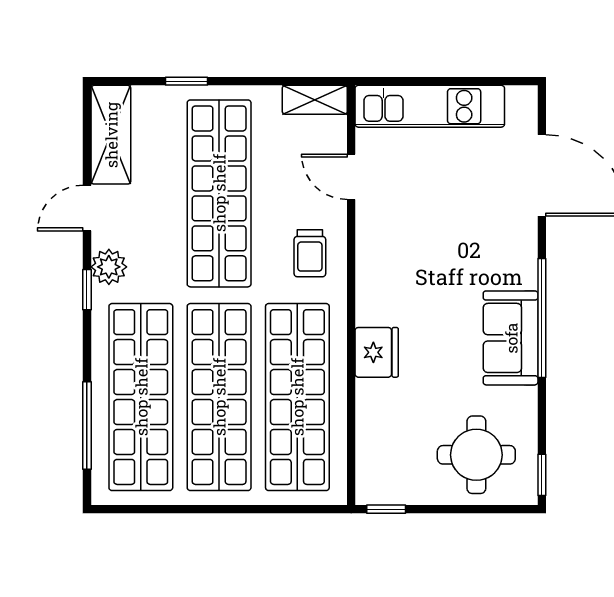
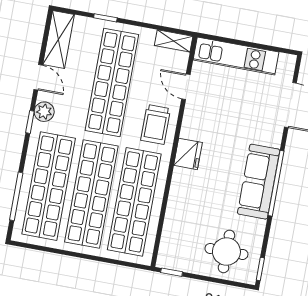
door: (87, 208) -> (38, 77), swing flipped
trolley: (310, 253) -> (156, 124), width x1.36, depth x1.39
sofa: (511, 338) -> (259, 182), width x1.36
fridge: (377, 352) -> (188, 154), moved

